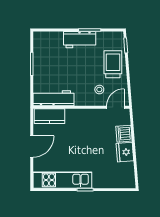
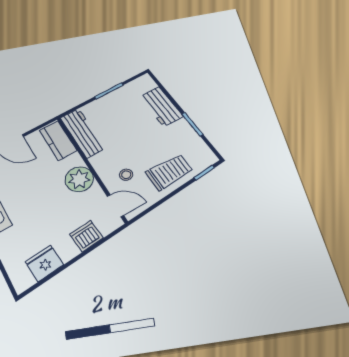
workbench: (80, 40) -> (161, 106), moved
plant: (85, 118) -> (79, 179), added
fridge: (125, 152) -> (44, 263), moved

